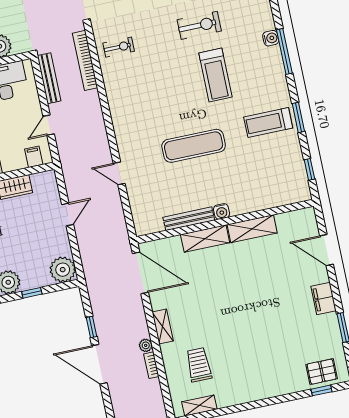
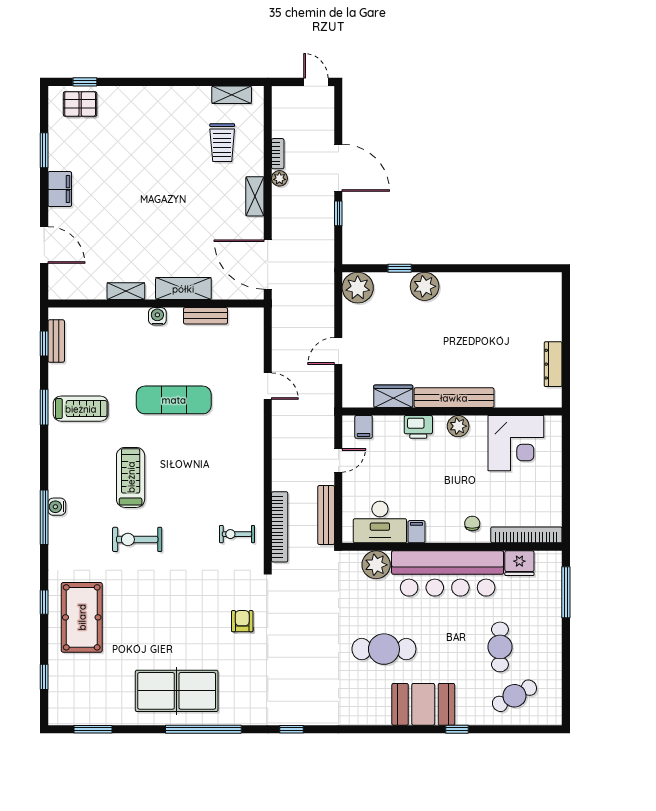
window: (284, 51) -> (44, 517), moved
bench: (300, 174) -> (56, 341), added
bench: (189, 219) -> (206, 316), width x0.73
shelving: (252, 229) -> (126, 291), width x0.67, depth x0.75

